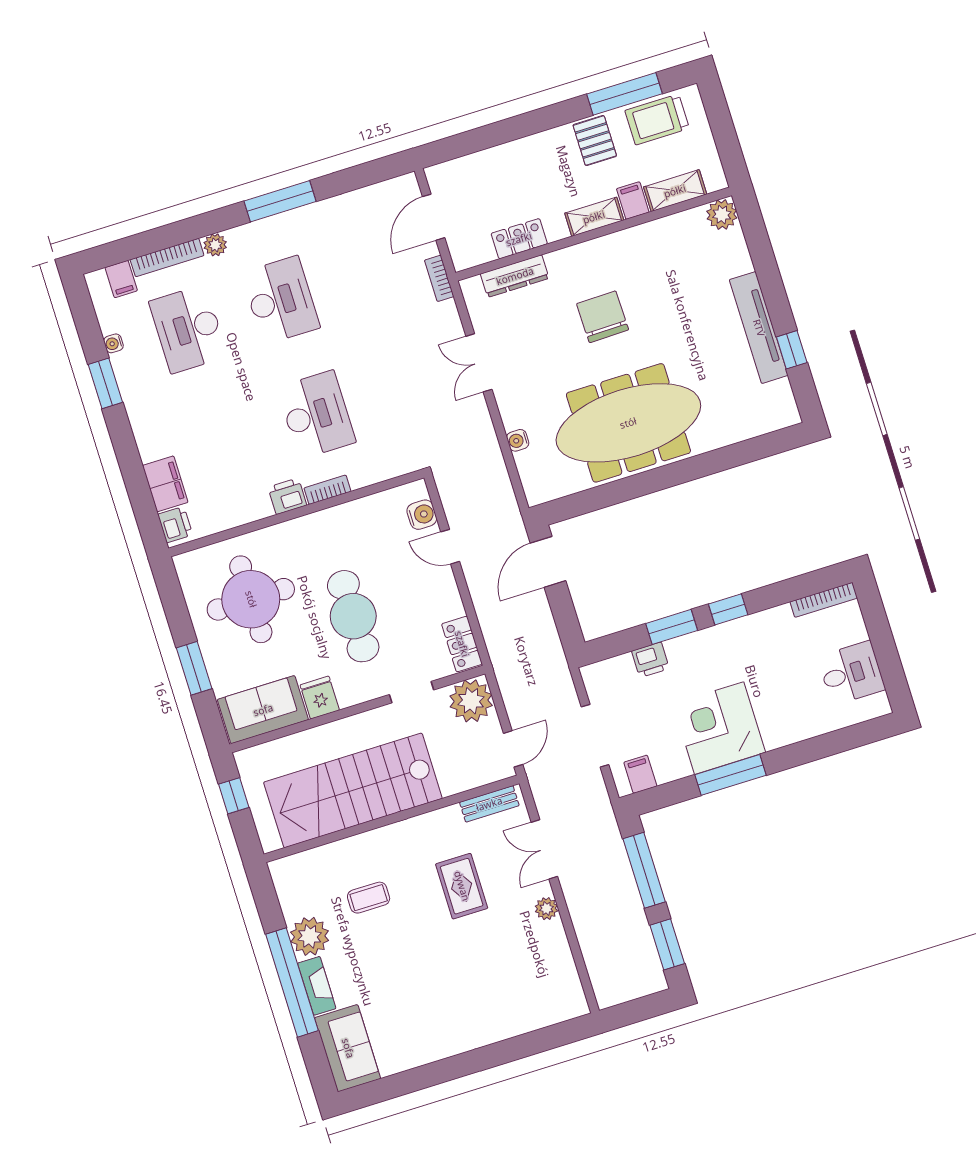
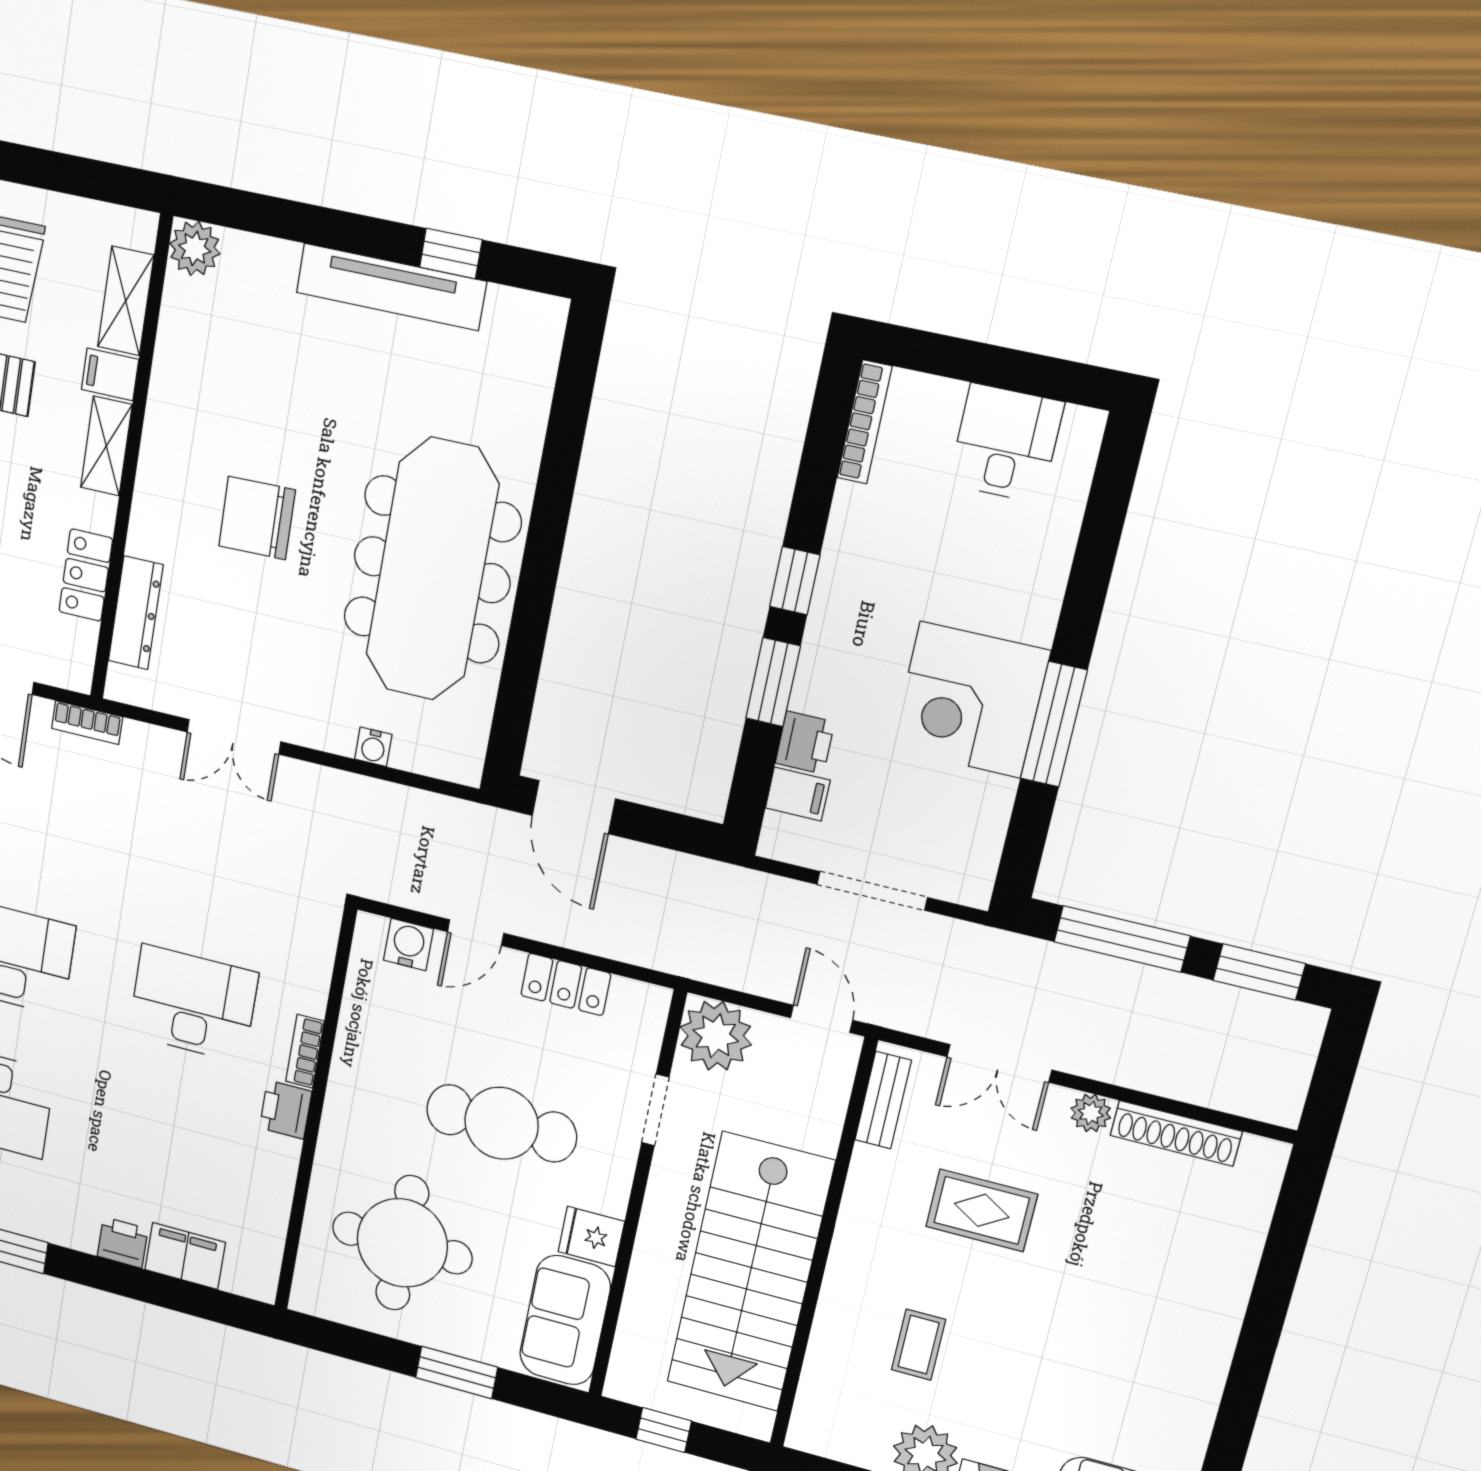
printer: (175, 525) -> (123, 1243), moved
locker: (462, 644) -> (566, 984), moved
filing cabinet: (640, 774) -> (798, 794), moved, turned 180
shoe rack: (562, 955) -> (1176, 1133), added

